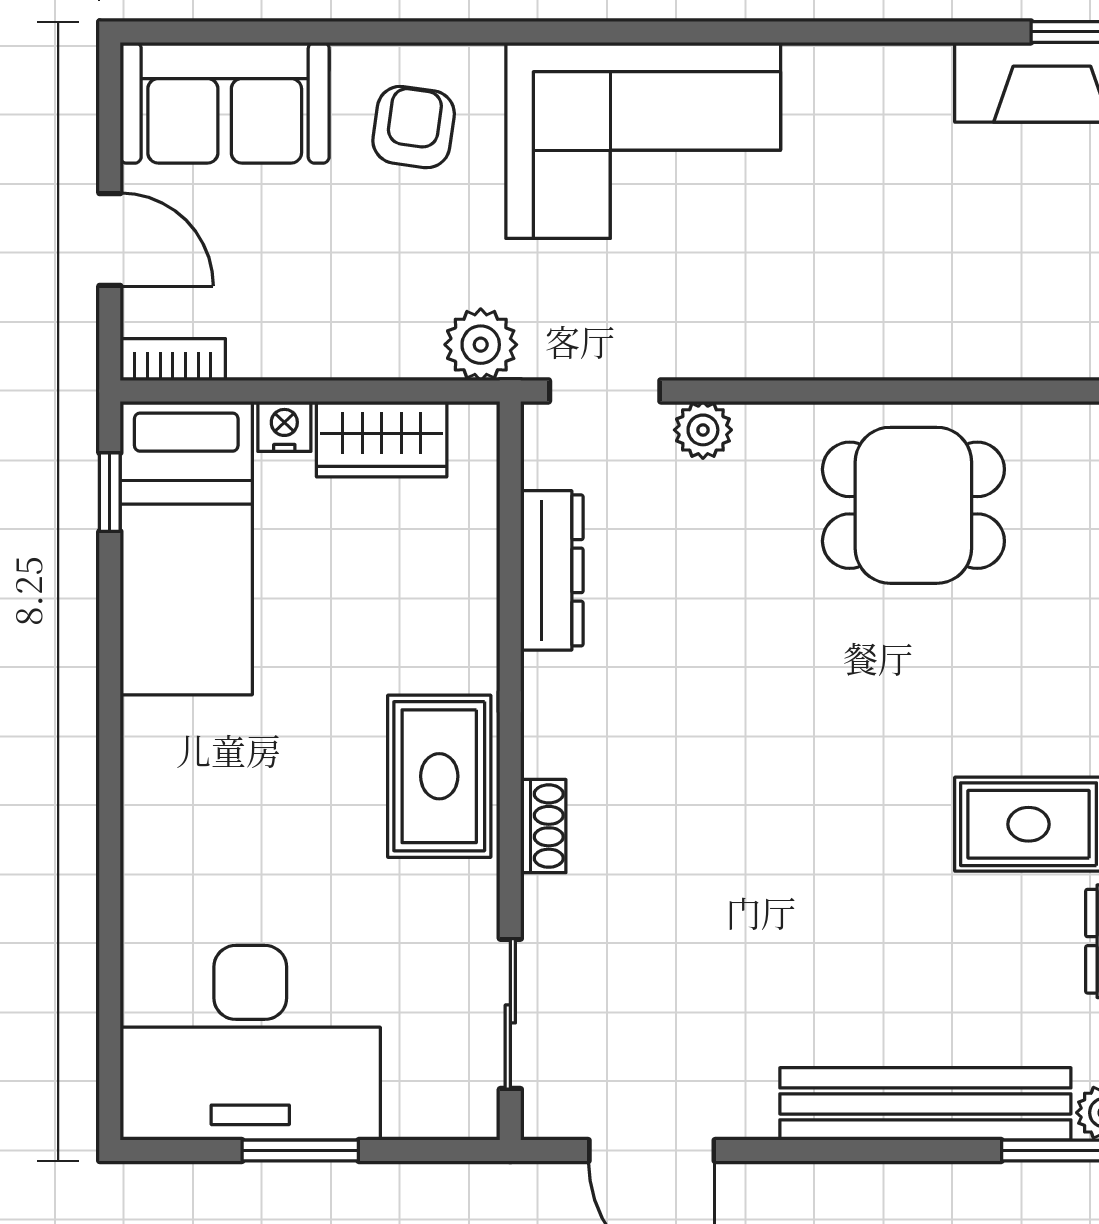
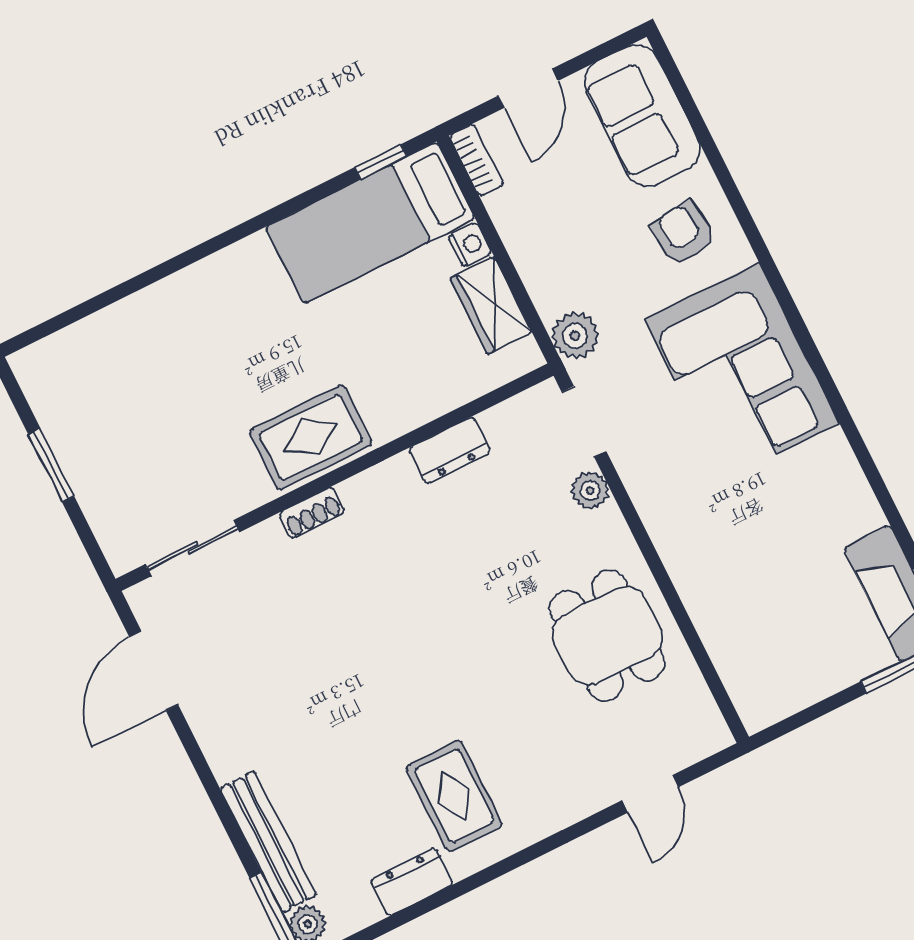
armchair: (414, 127) -> (683, 233), turned -104
dresser: (552, 570) -> (450, 450), width x0.70
desk: (250, 1043) -> (100, 404), removed
bench: (925, 1104) -> (268, 842), width x0.73, depth x0.82

